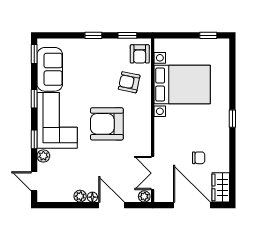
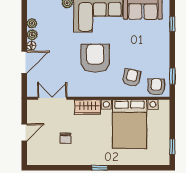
window: (93, 35) -> (172, 24), moved
armchair: (140, 54) -> (156, 87), turned 90
wardrobe: (221, 187) -> (87, 107), moved, turned 180
plant: (144, 196) -> (32, 23), moved
door: (192, 205) -> (24, 132), width x0.53

